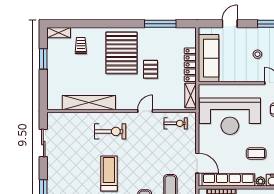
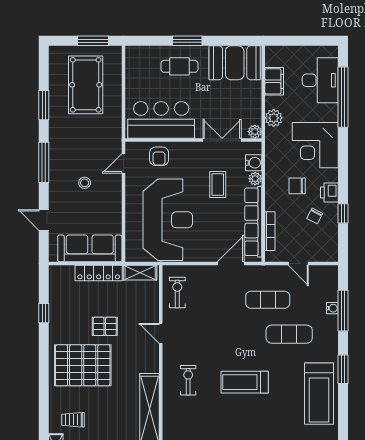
window: (160, 24) -> (44, 313), width x0.46
exercise bike: (110, 131) -> (188, 380), width x0.73, depth x0.72

